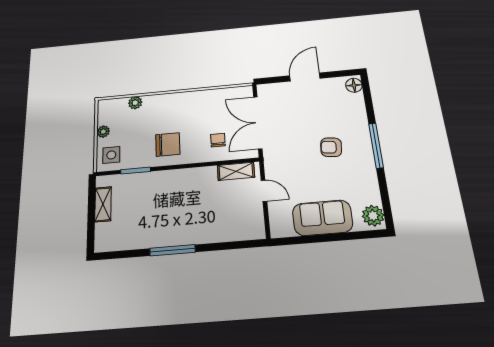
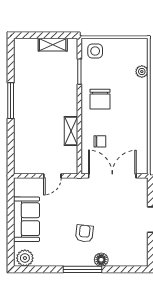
floor lamp: (354, 85) -> (101, 260), moved
plant: (103, 132) -> (117, 44), removed
shelving: (236, 171) -> (71, 131), moved

